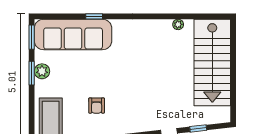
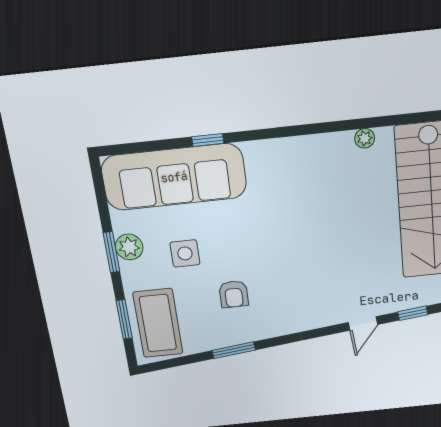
window: (32, 37) -> (124, 319), moved
side table: (72, 78) -> (185, 253), added

